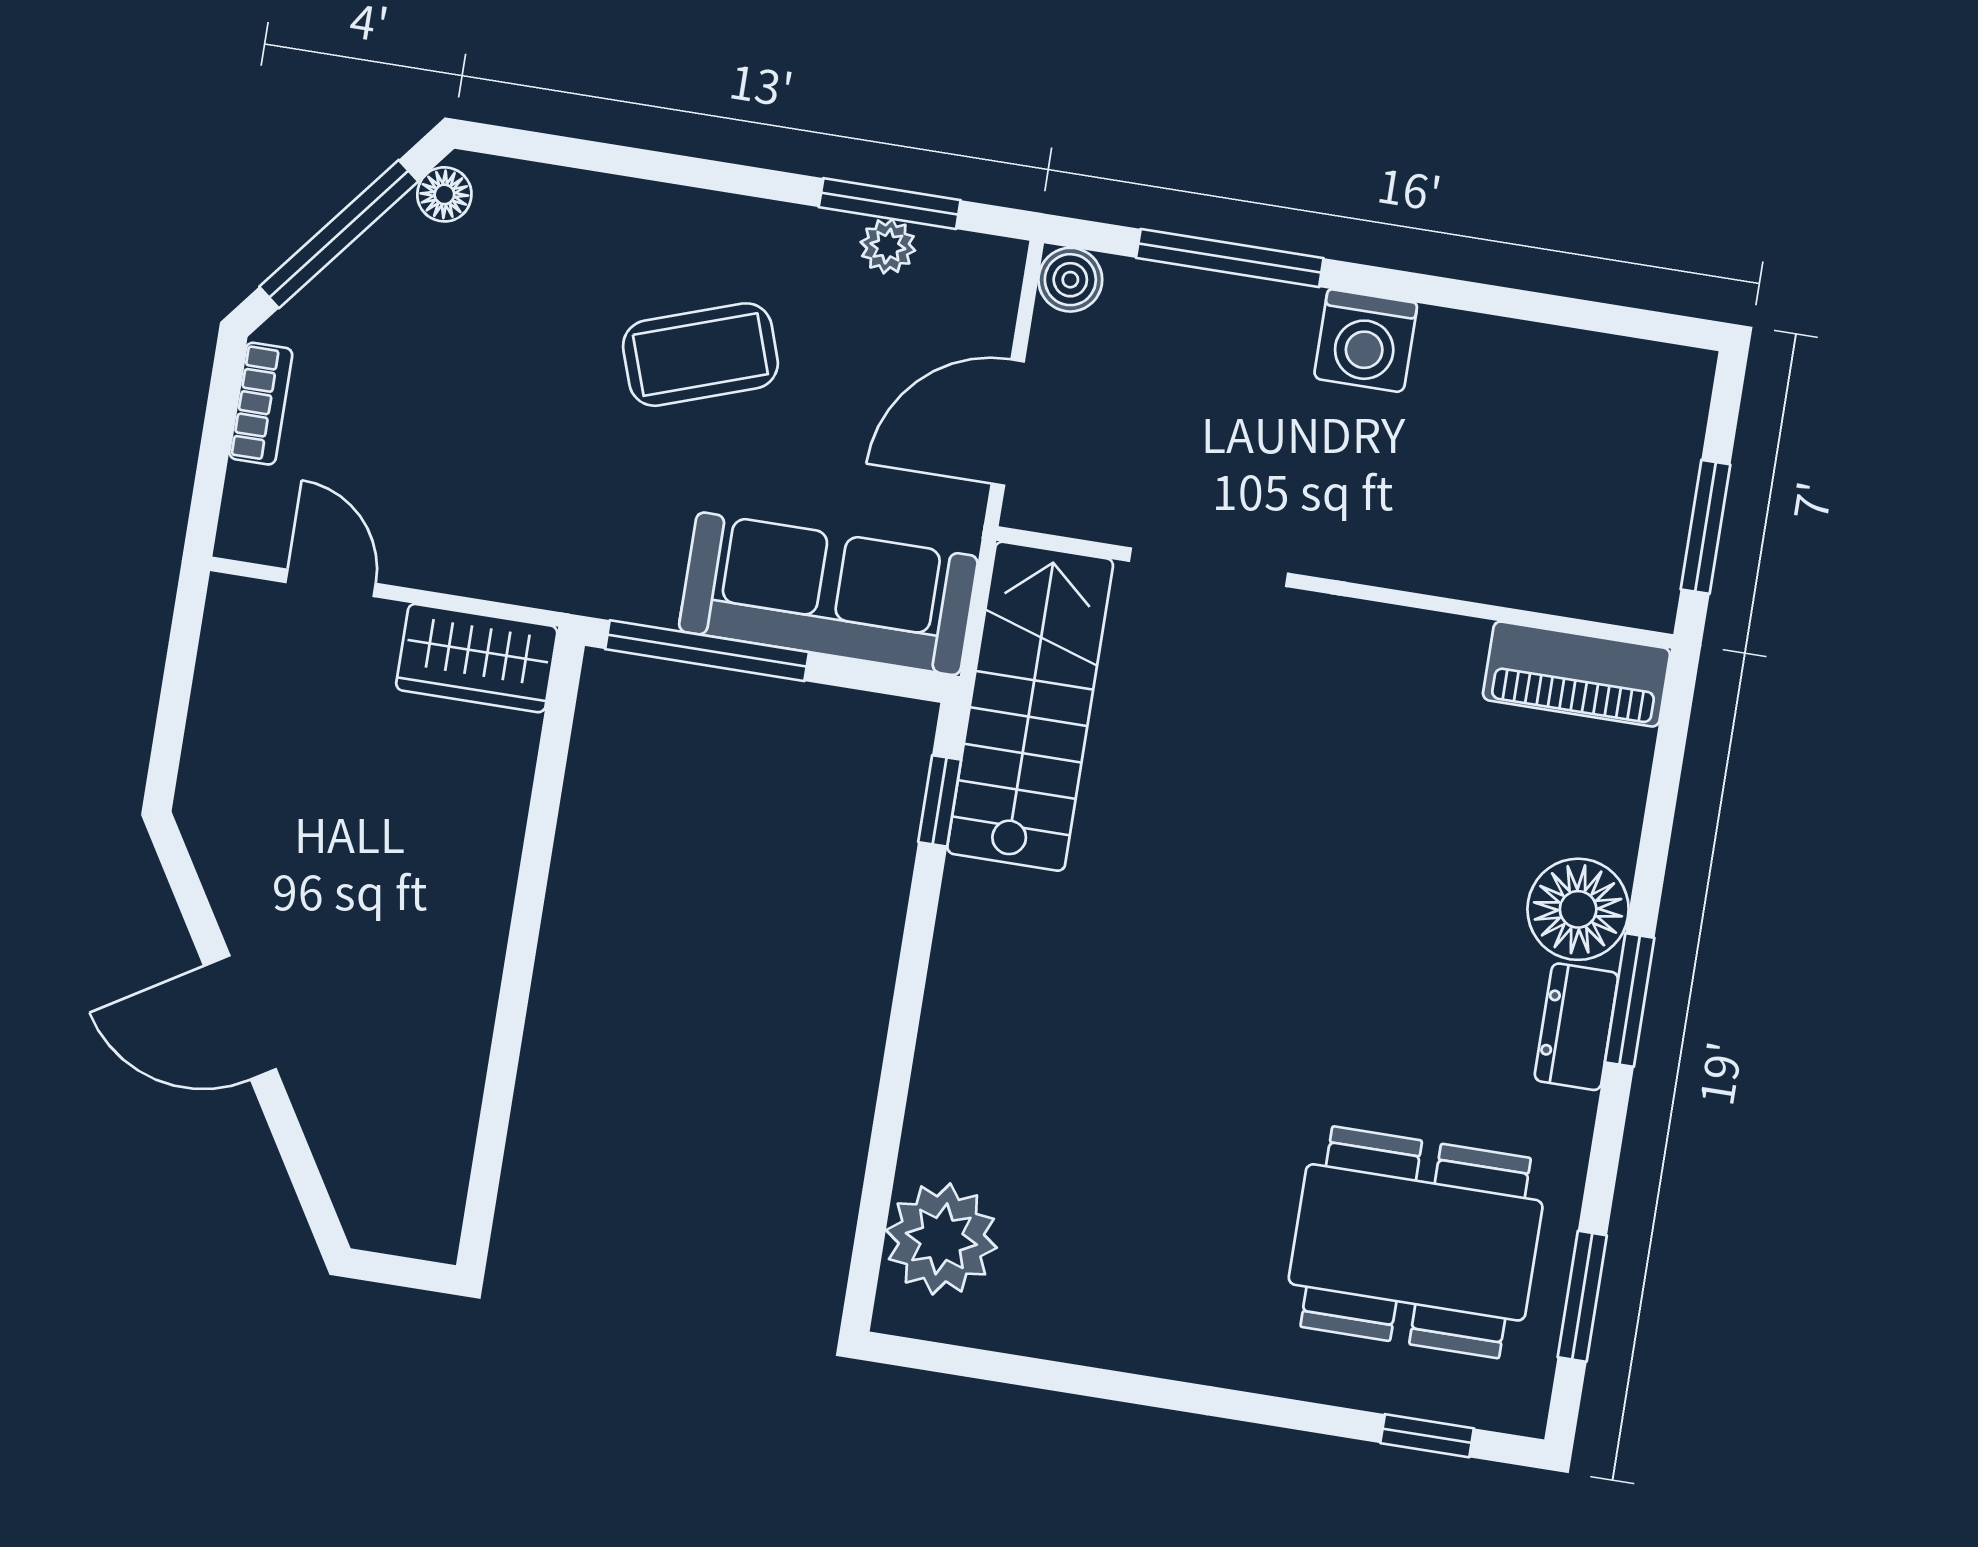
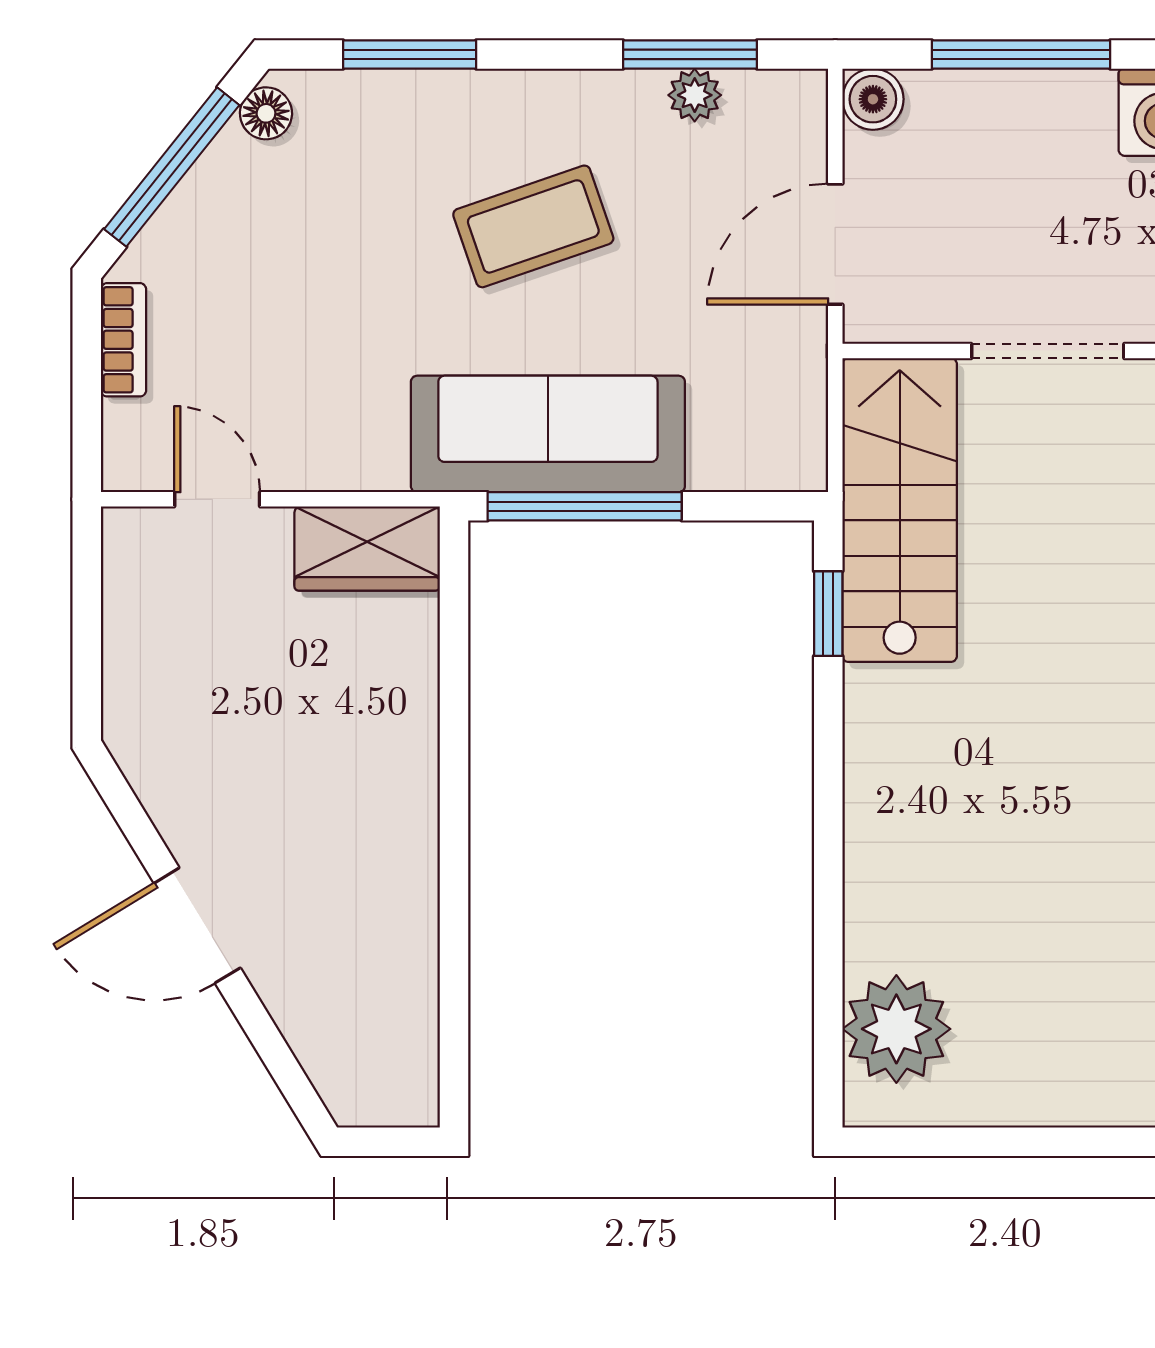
window: (602, 157) -> (410, 54), added
sofa: (828, 594) -> (548, 434), moved

